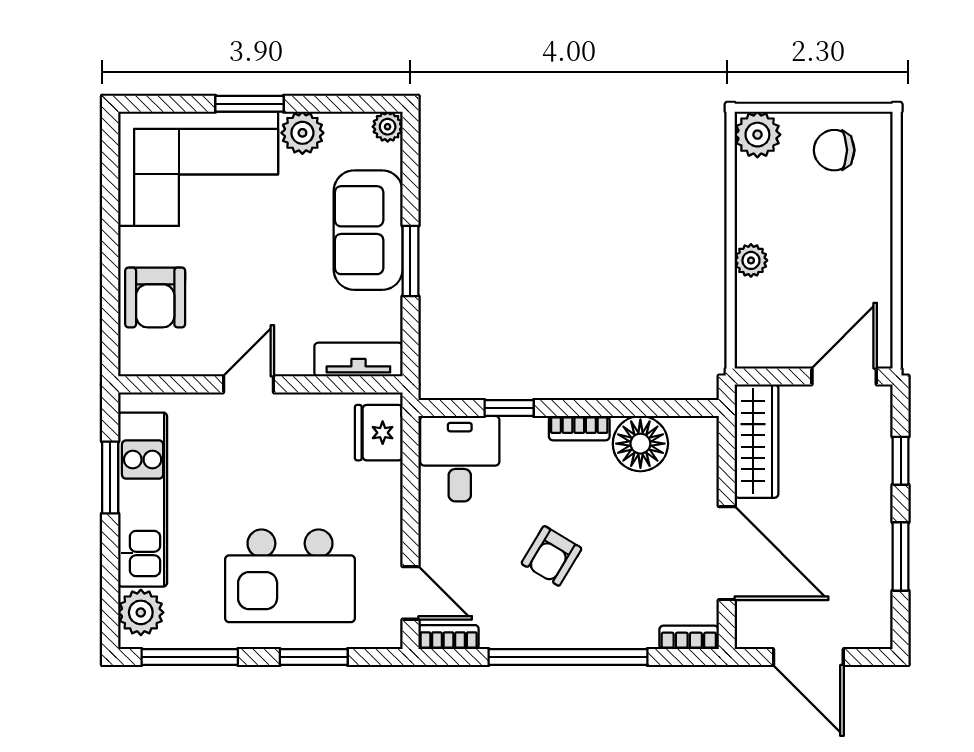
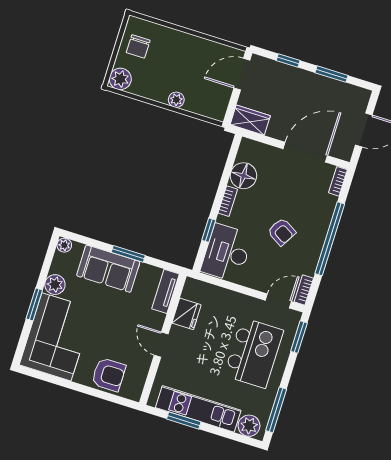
door: (844, 376) -> (242, 74), hinge flipped
fridge: (379, 433) -> (187, 314), moved, turned -90
wardrobe: (756, 441) -> (250, 120), width x0.67
desk: (460, 459) -> (227, 253), width x1.37
window: (314, 657) -> (299, 337), moved

